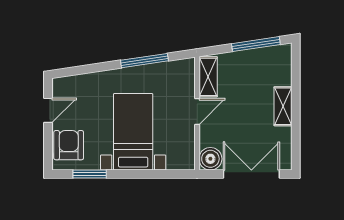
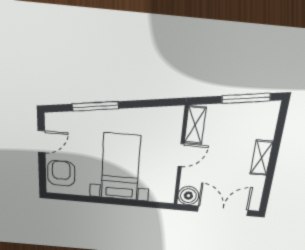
window: (144, 61) -> (95, 106), moved
window: (90, 174) -> (80, 198), removed

